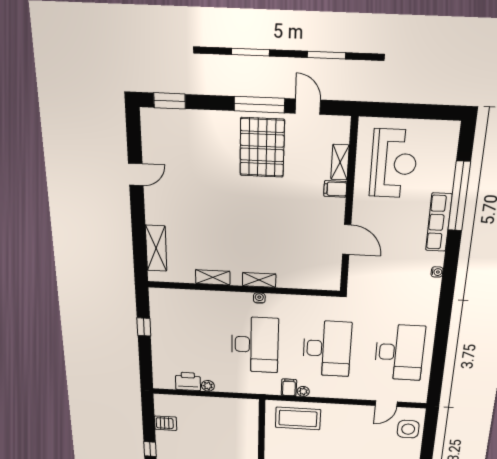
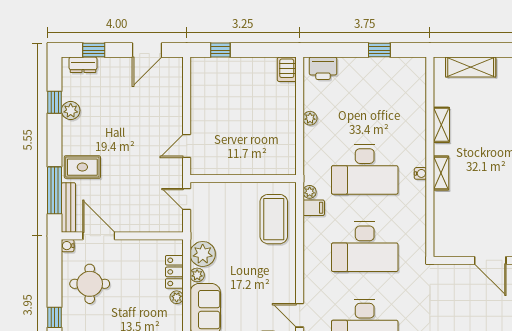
door: (347, 239) -> (490, 260), hinge flipped
printer: (188, 381) -> (323, 68), moved, turned 90
plant: (303, 391) -> (310, 192), moved
server rack: (166, 423) -> (287, 69), moved

